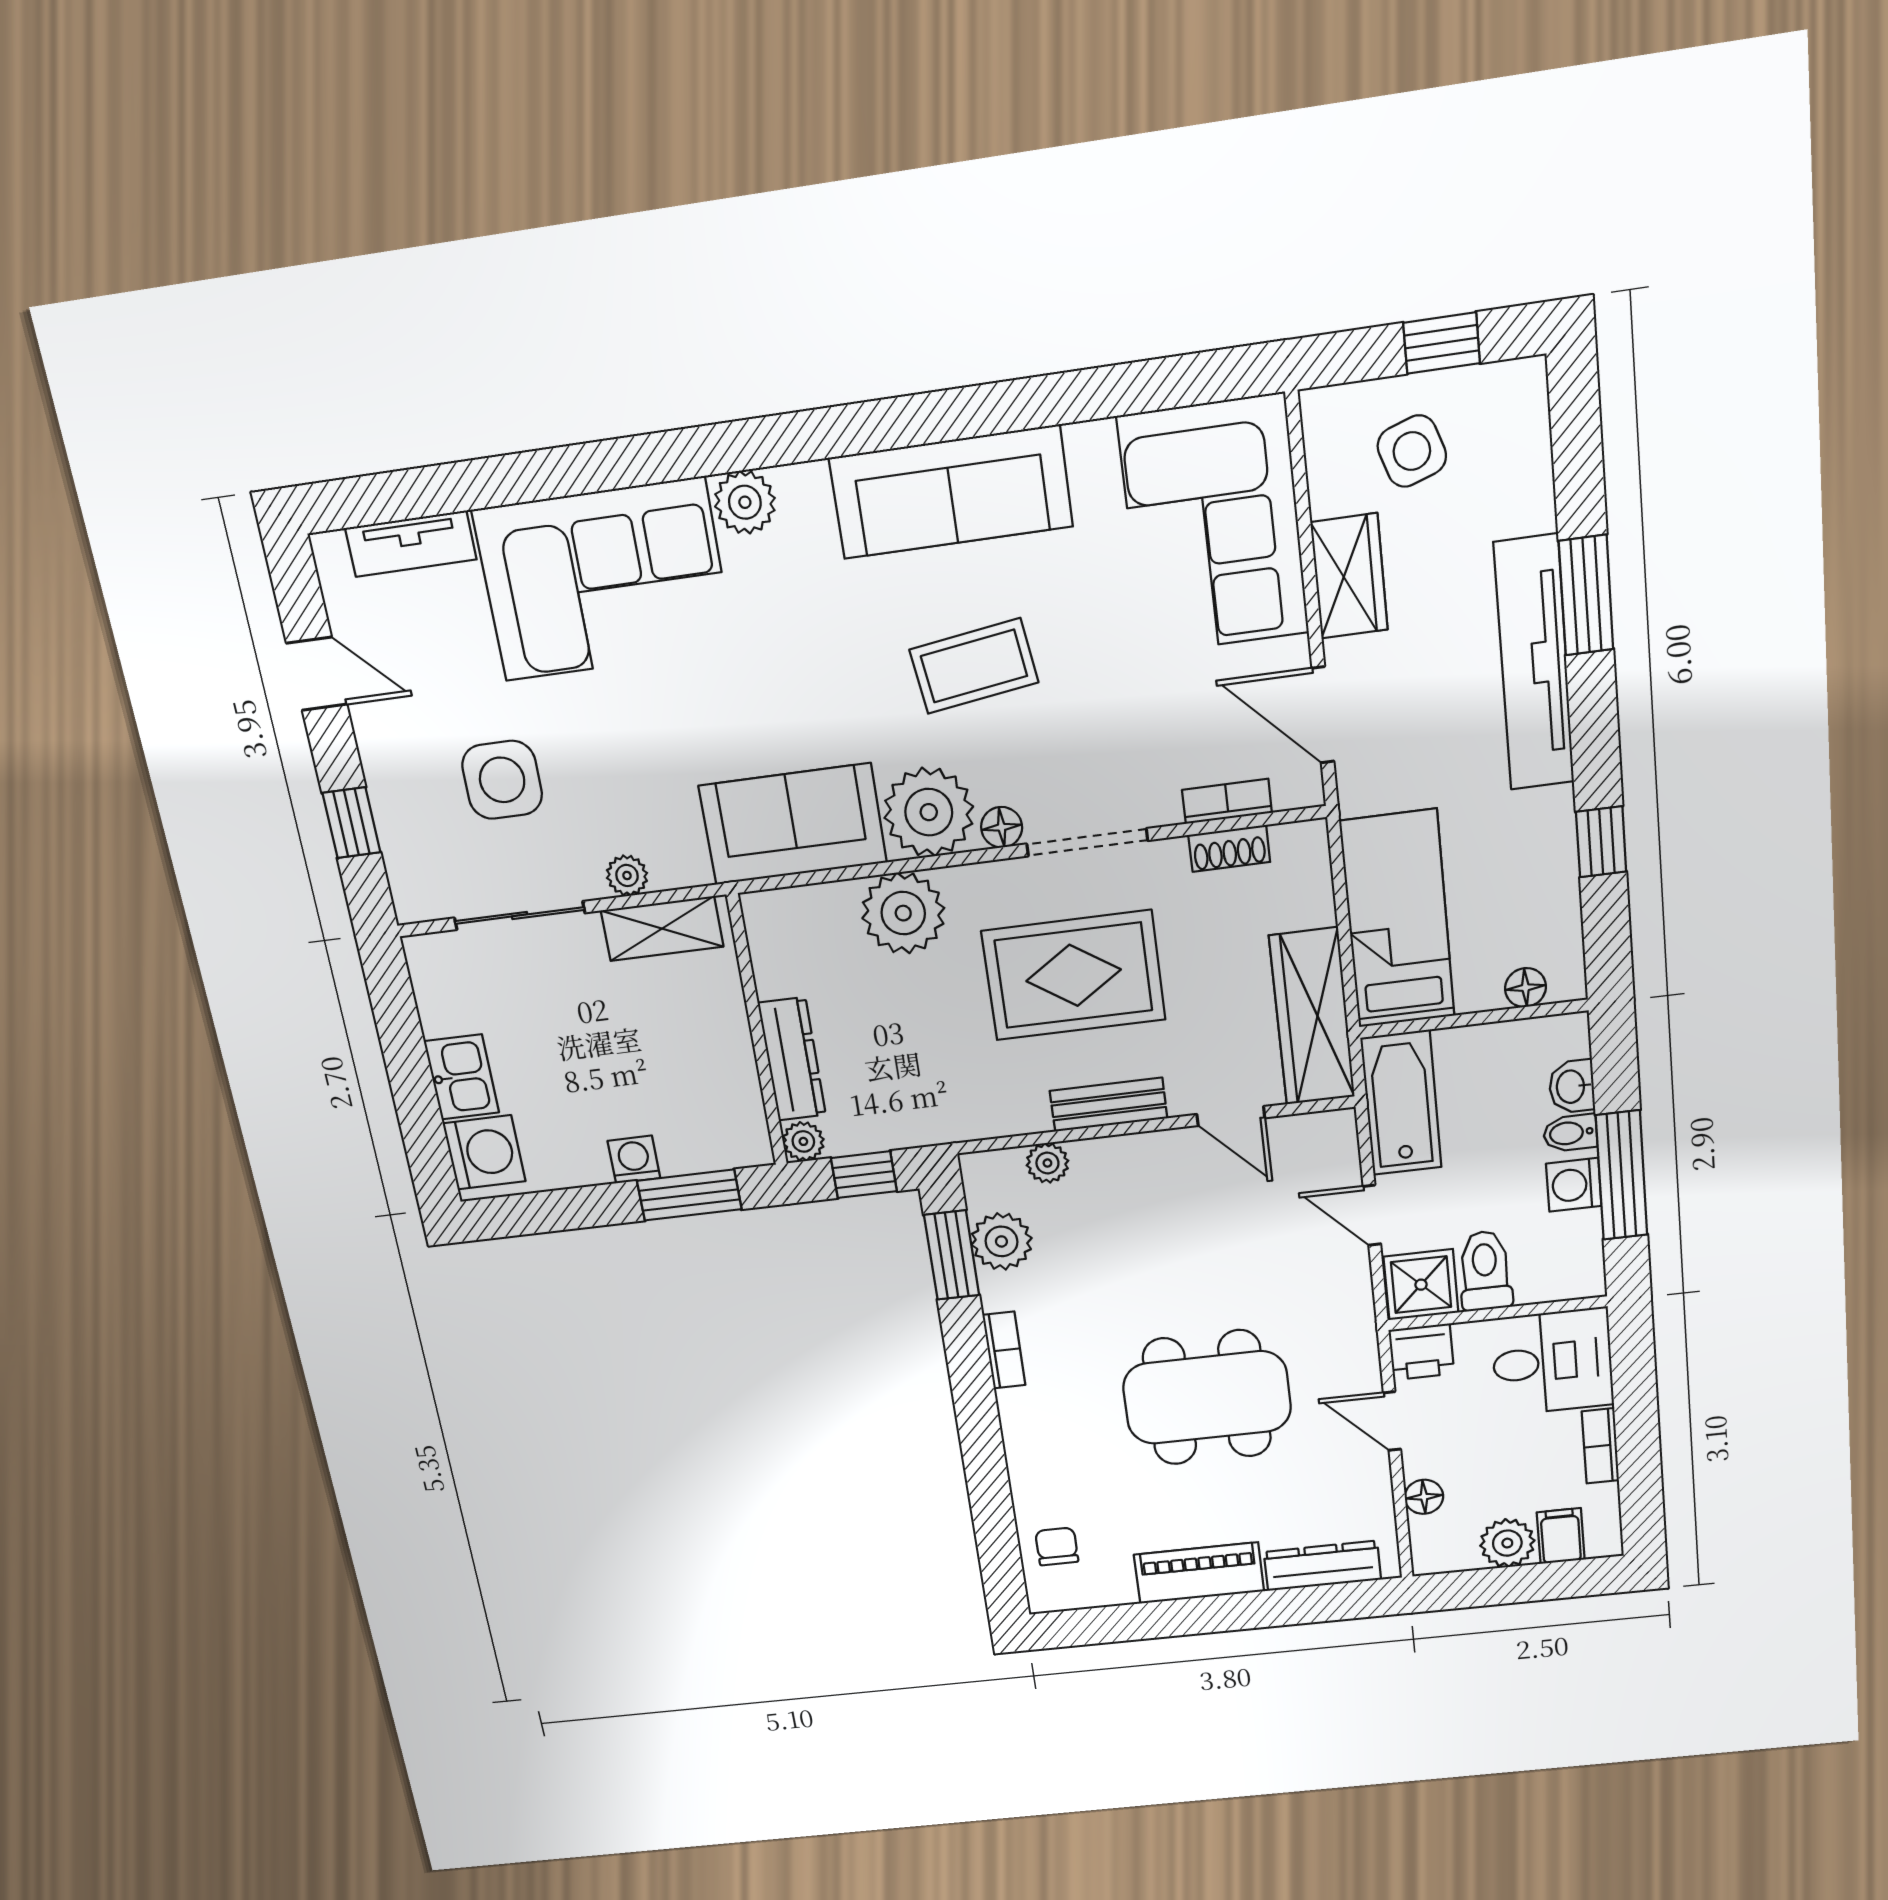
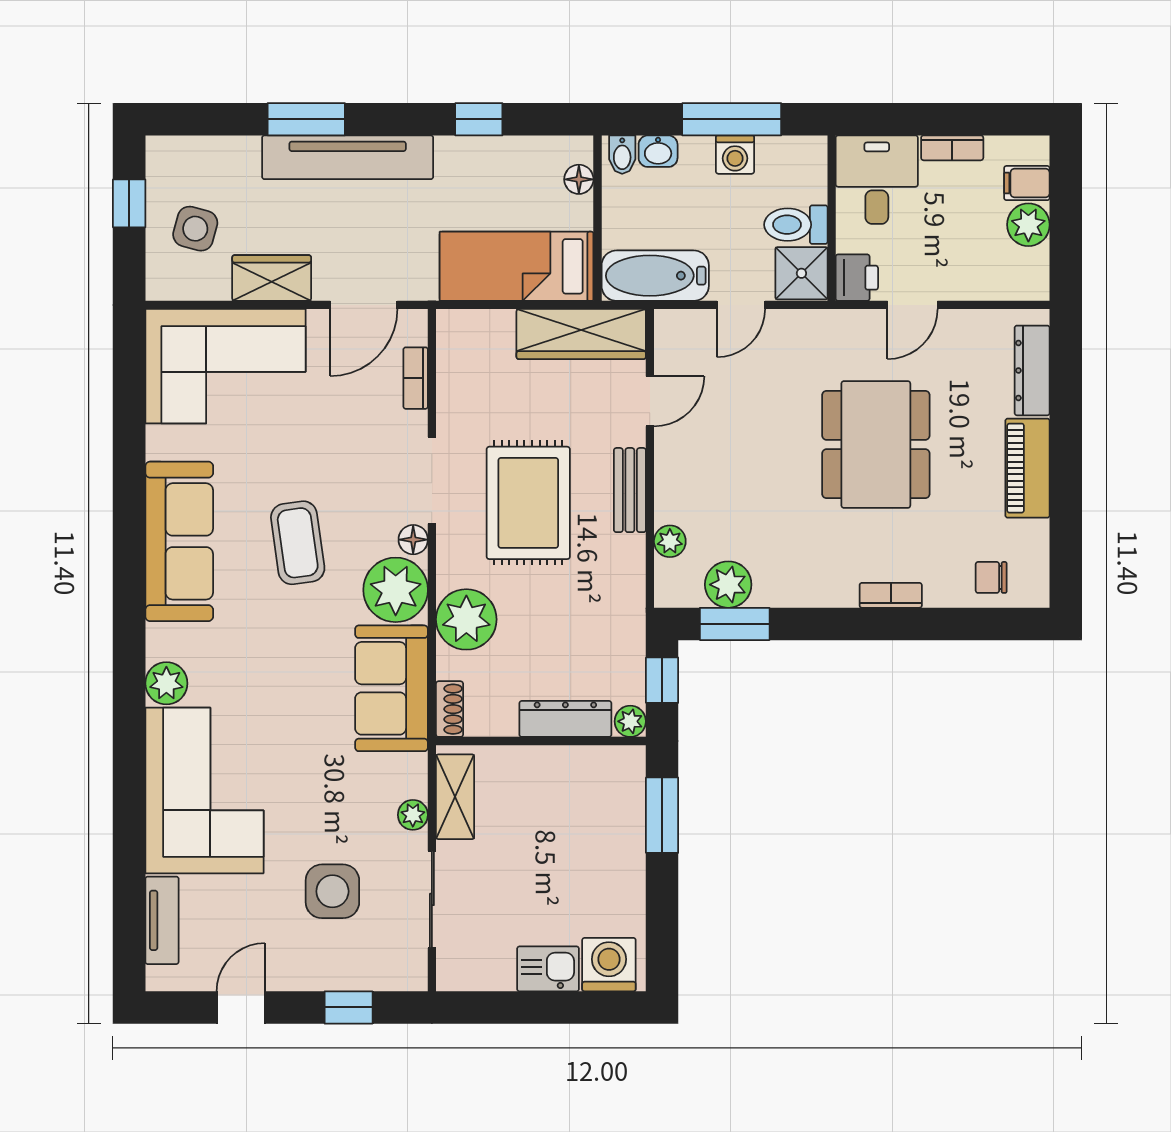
side table: (1412, 451) -> (195, 229), turned 34
shoe rack: (1229, 848) -> (450, 709), moved
bidet: (1570, 1133) -> (622, 155), moved
washing machine: (634, 1160) -> (629, 852), removed
bookcase: (1004, 1350) -> (891, 595), moved
floor lamp: (1424, 1497) -> (980, 286), removed

